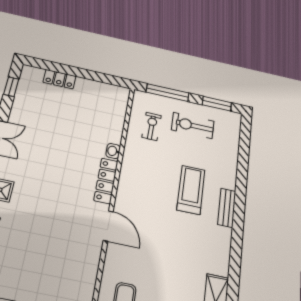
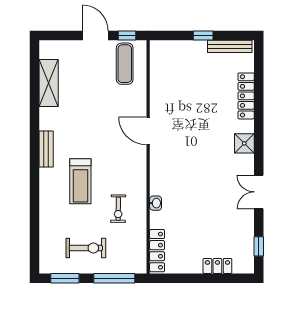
exercise bike: (152, 126) -> (118, 209), moved
locker: (106, 181) -> (157, 251), moved
bench: (227, 208) -> (46, 149), moved

